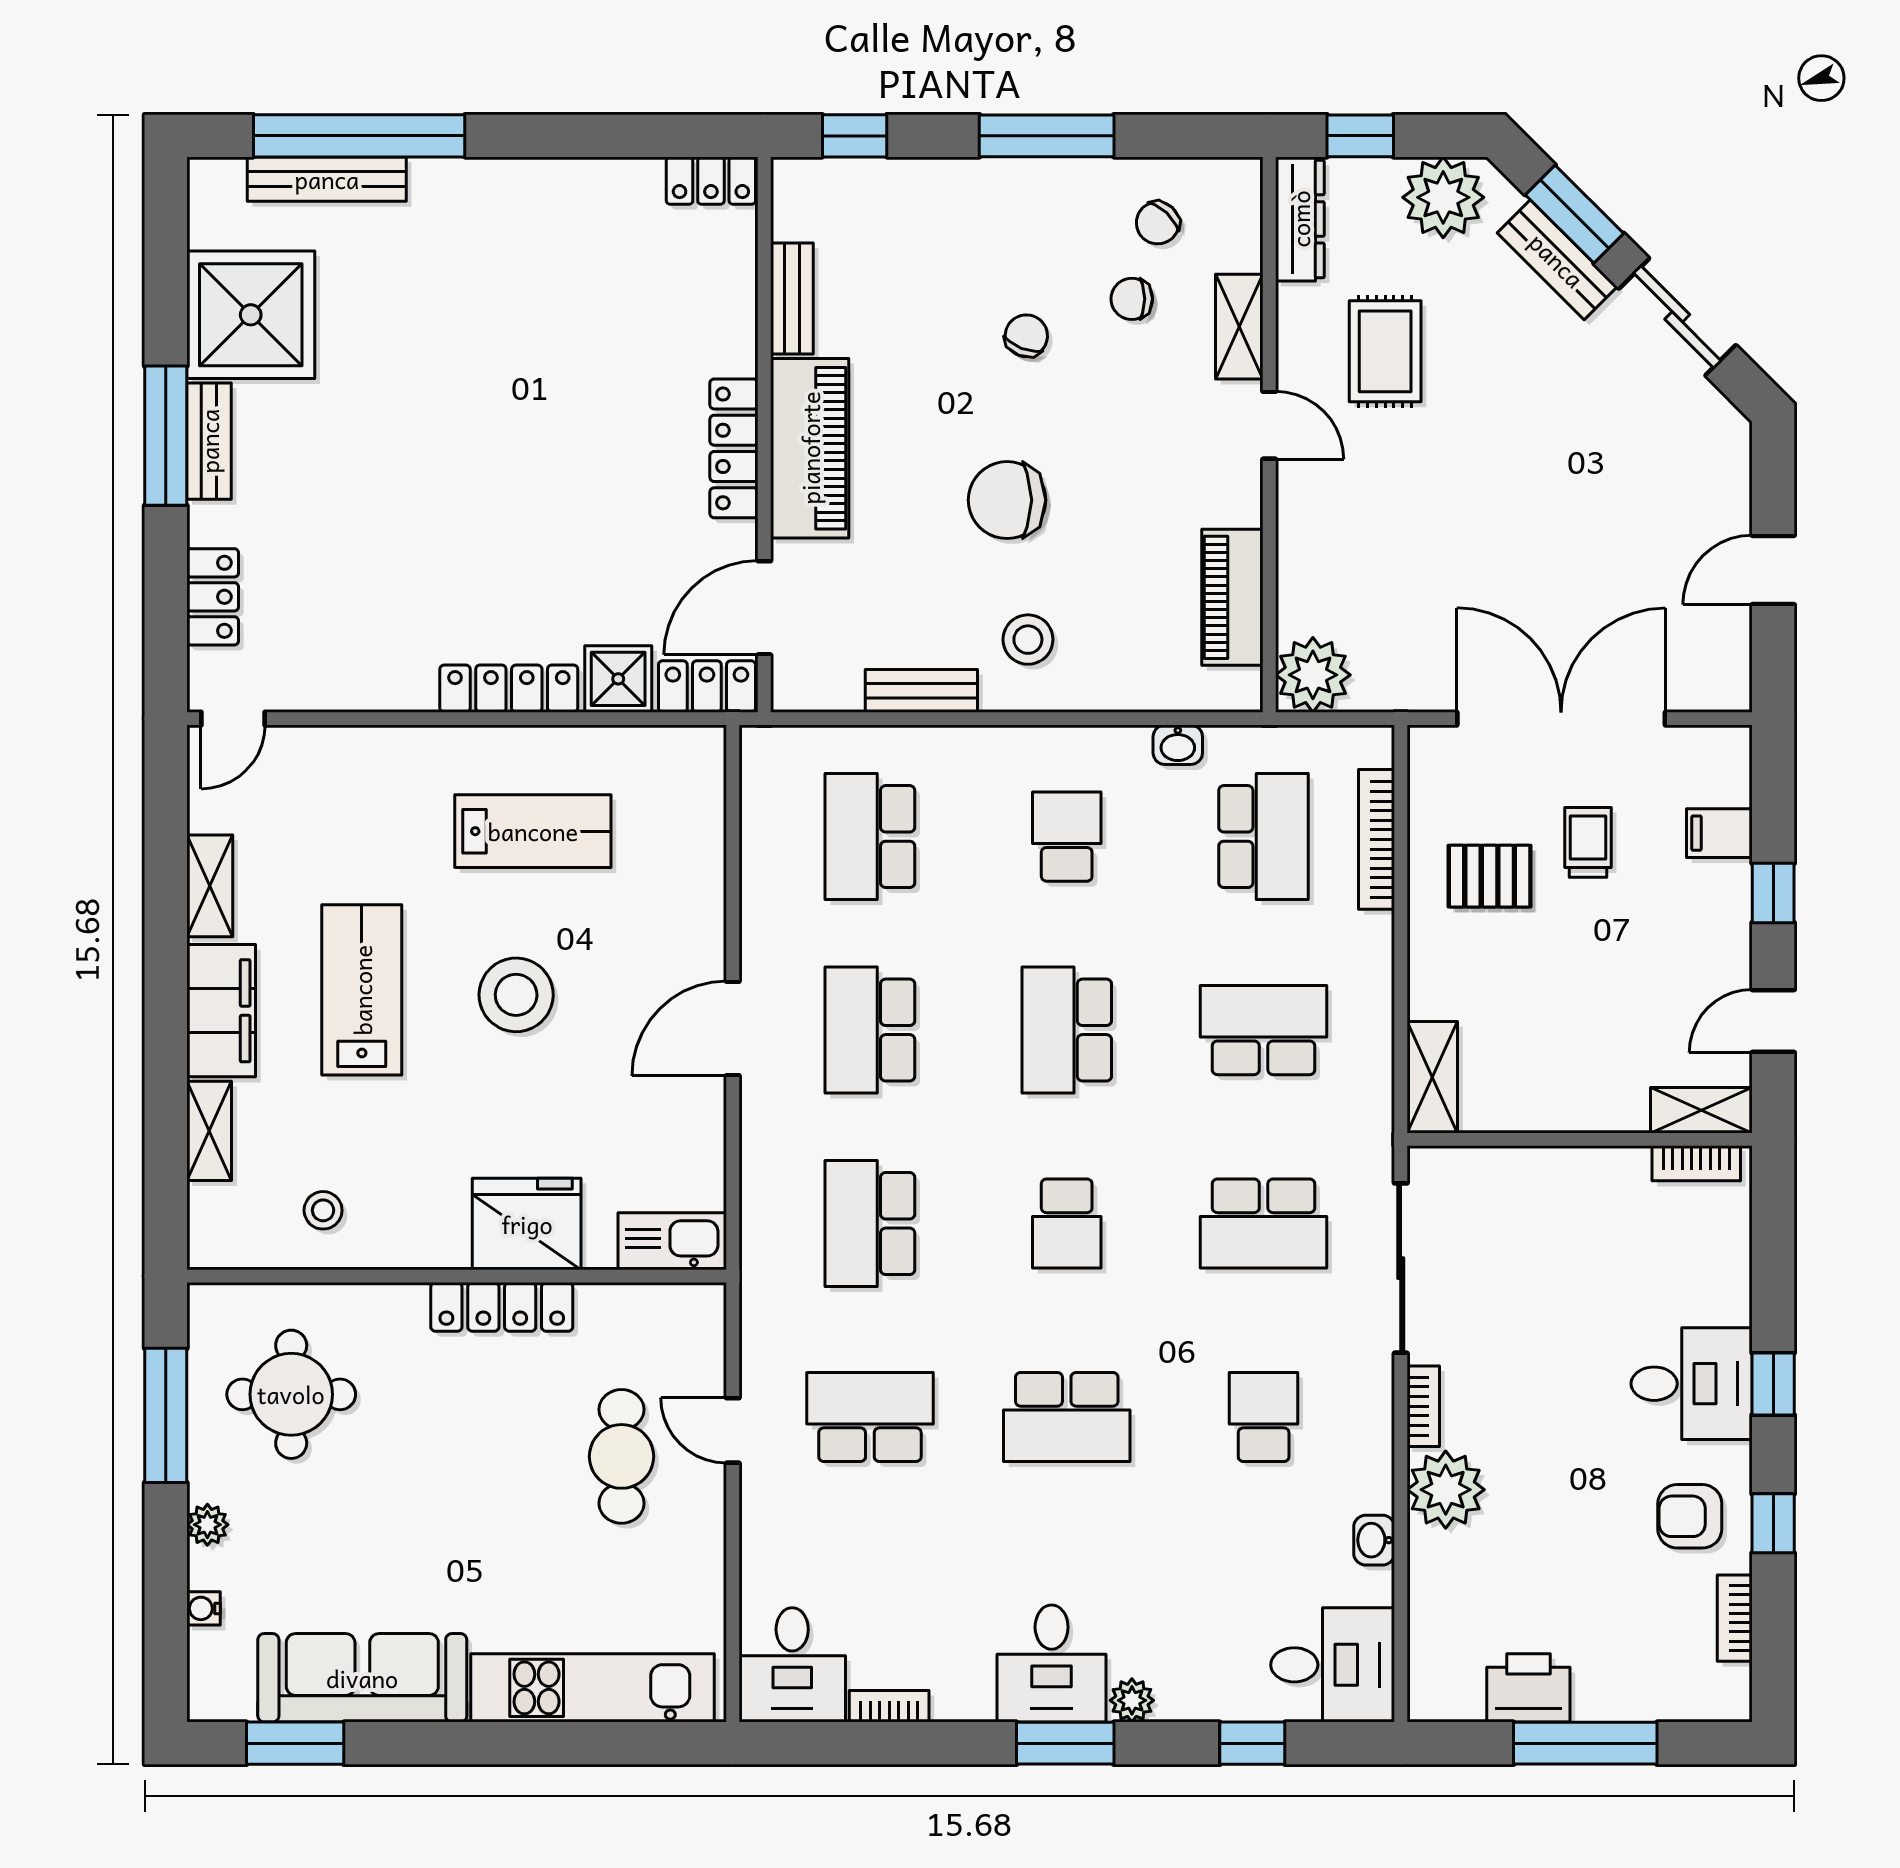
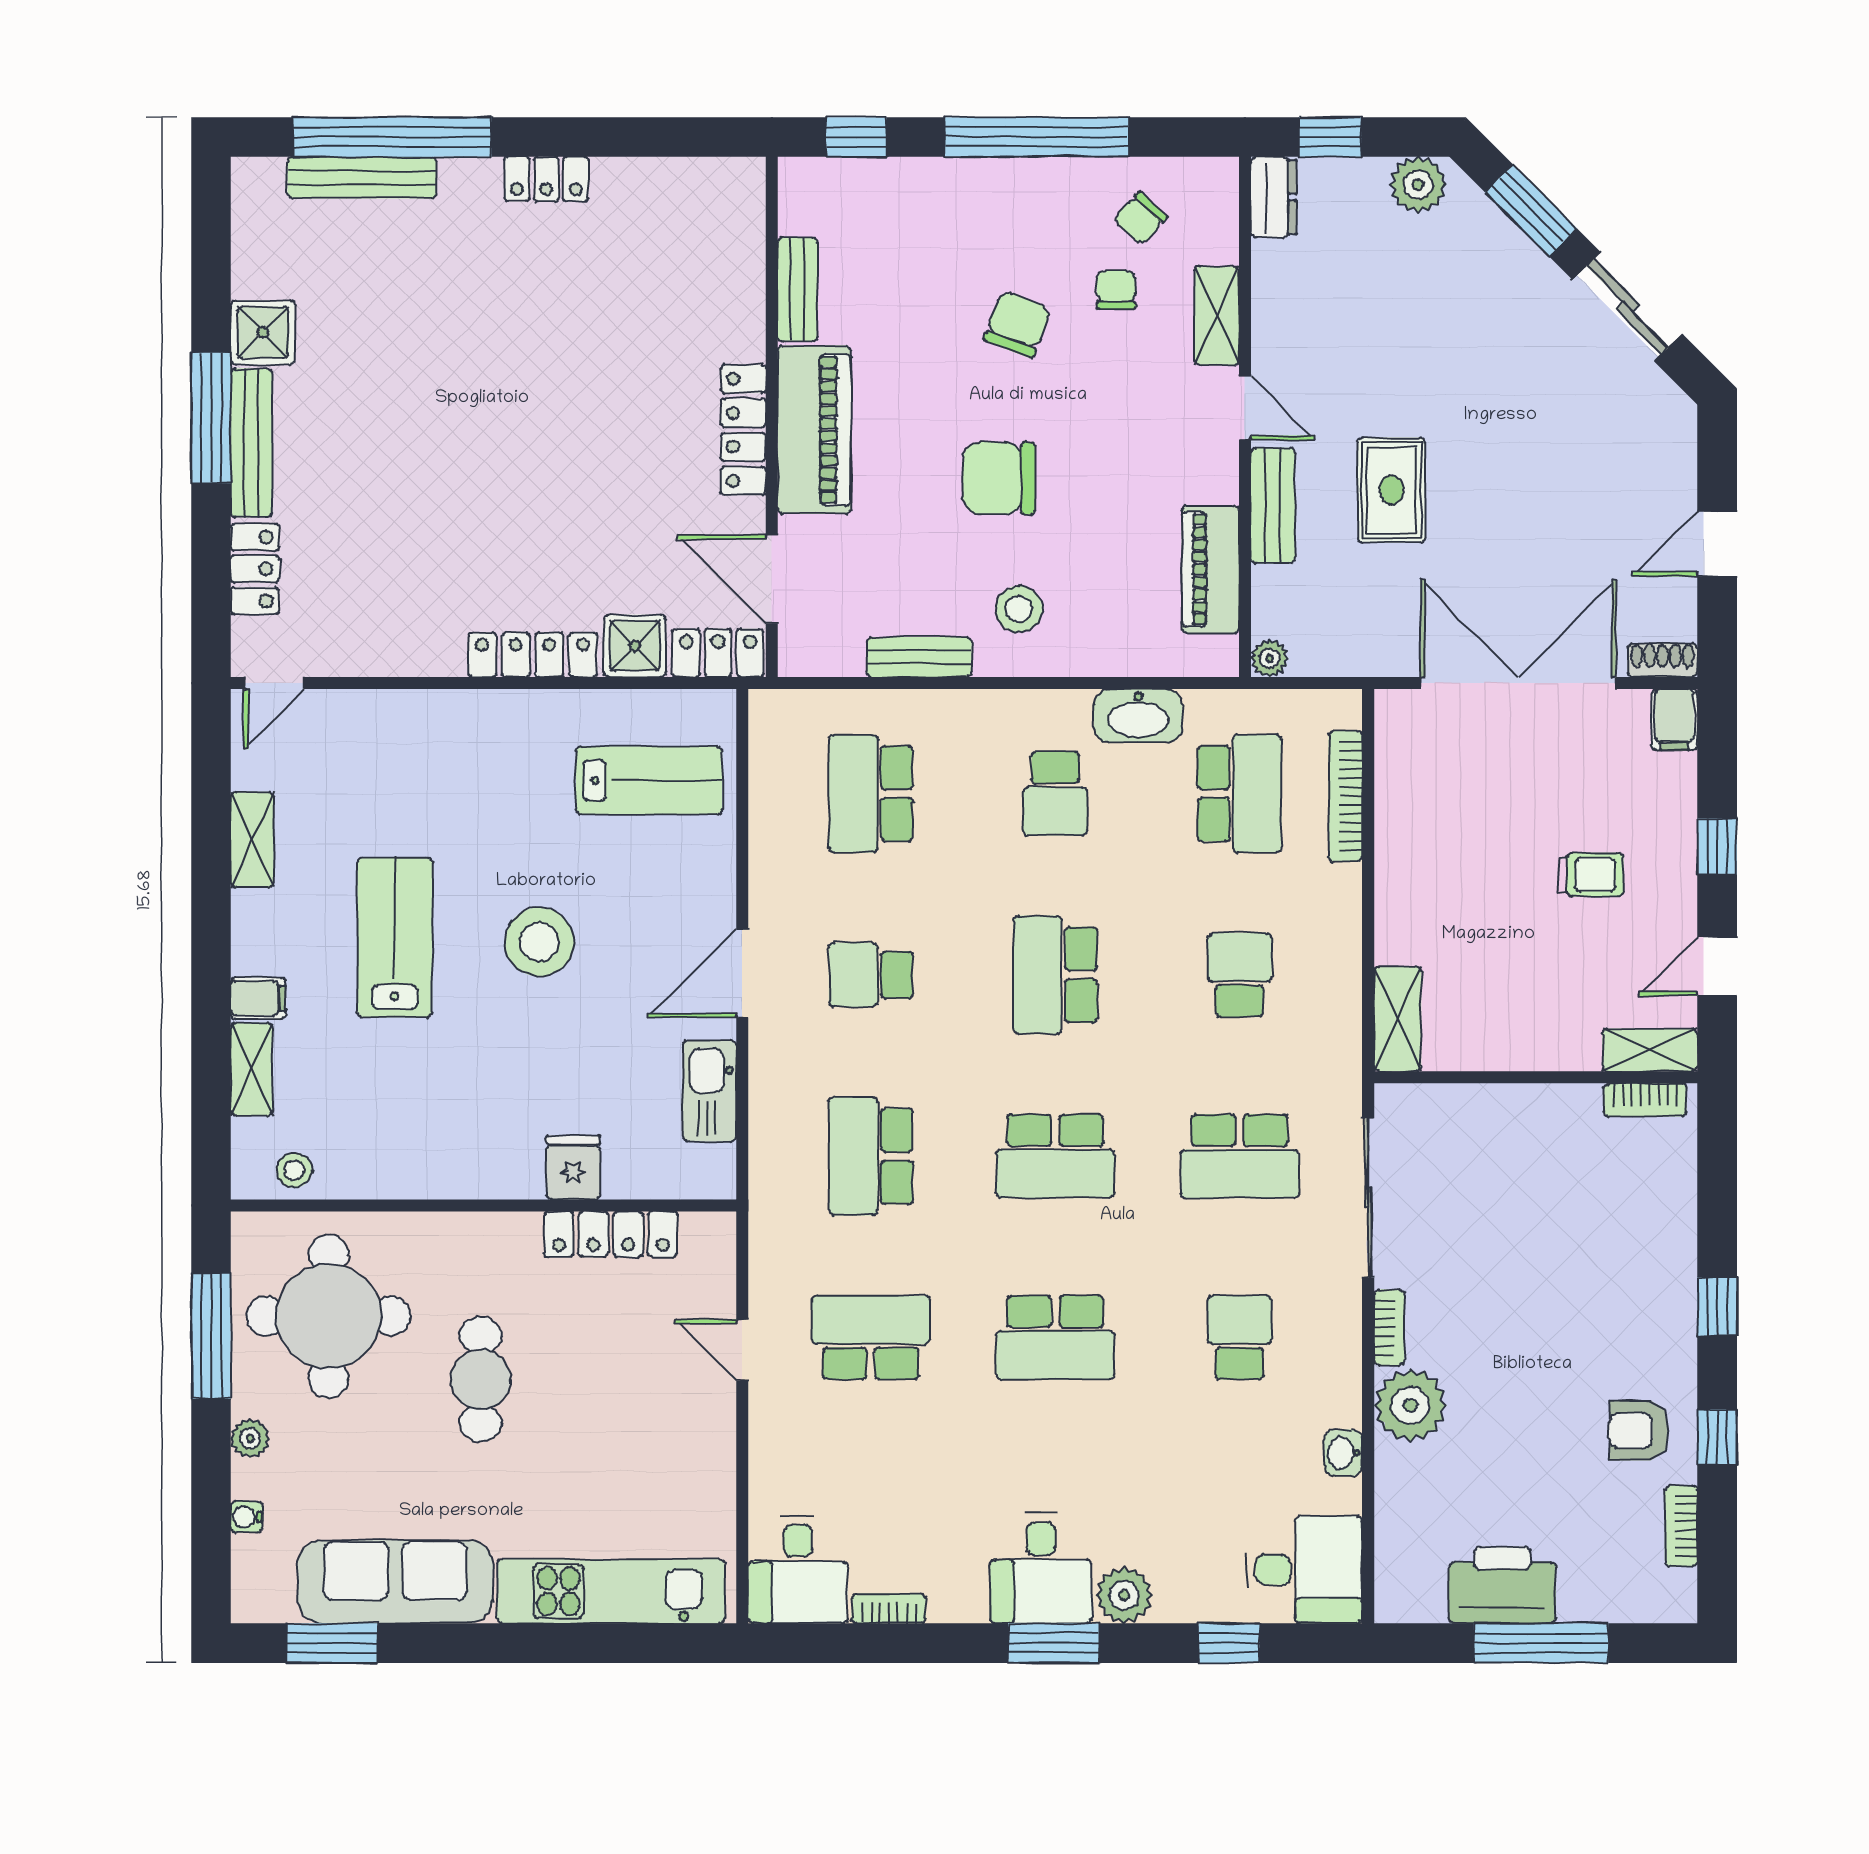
window: (1047, 136) -> (1036, 137), width x1.46
locker: (711, 181) -> (546, 179), moved
plant: (1443, 197) -> (1418, 185), width x0.73, depth x0.73
dresser: (1300, 219) -> (1274, 197), width x0.70
bench: (1557, 260) -> (1273, 506), moved, turned 45
chair: (1132, 299) -> (1116, 290), turned 90
shower: (251, 315) -> (263, 332), width x0.54, depth x0.54
chair: (1026, 336) -> (1017, 324), width x1.37, depth x1.37
rug: (1385, 351) -> (1392, 490), moved
bench: (209, 441) -> (252, 443), width x1.36
door: (764, 608) -> (772, 579), hinge flipped
plant: (1313, 675) -> (1270, 658), width x0.53, depth x0.53
shoe rack: (1715, 694) -> (1662, 660), added
washbasin: (1178, 745) -> (1138, 716), width x1.91, depth x1.45
lab bench: (533, 831) -> (649, 780), moved
filing cabinet: (1719, 833) -> (1674, 720), moved, turned -90
school desk: (1067, 837) -> (1055, 794), turned 180
trolley: (1588, 842) -> (1591, 875), moved, turned 90
pallet: (1490, 876) -> (1451, 831), removed
filing cabinet: (221, 1011) -> (258, 998), width x0.33, depth x0.86
school desk: (870, 1030) -> (871, 975), width x0.54
school desk: (1264, 1030) -> (1240, 975), width x0.54
stool: (323, 1210) -> (294, 1170), moved
fridge: (527, 1224) -> (573, 1167), width x0.53, depth x0.75
school desk: (1067, 1224) -> (1055, 1156), width x1.85
kitchen sink: (672, 1241) -> (710, 1091), moved, turned -90
locker: (502, 1307) -> (611, 1234), moved
desk: (1692, 1384) -> (1641, 1306), removed
round table: (291, 1394) -> (329, 1316), width x1.36, depth x1.36
cafe table: (622, 1456) -> (481, 1379), moved
printer: (1528, 1688) -> (1502, 1585), width x1.37, depth x1.19
plant: (1132, 1700) -> (1124, 1595), width x1.38, depth x1.38

